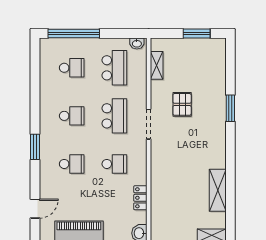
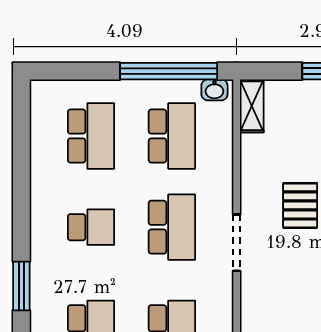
window: (74, 34) -> (169, 71), moved
shelving: (157, 65) -> (252, 106), moved
school desk: (72, 68) -> (91, 136), width x1.85

